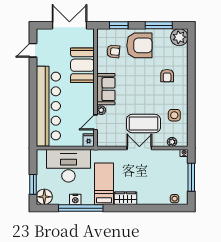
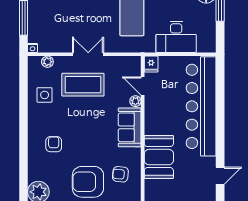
door: (95, 122) -> (143, 86), swing flipped
double door: (139, 148) -> (88, 54), swing flipped
desk: (68, 166) -> (176, 37), width x0.73, depth x0.77

